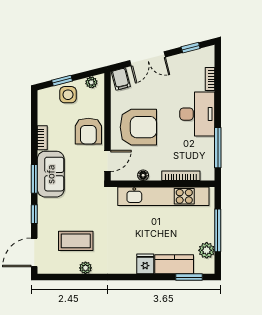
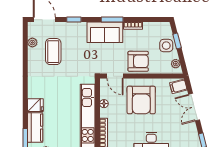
armchair: (88, 131) -> (138, 61), turned 180
window: (34, 179) -> (112, 20), moved
plant: (85, 268) -> (32, 43), moved

